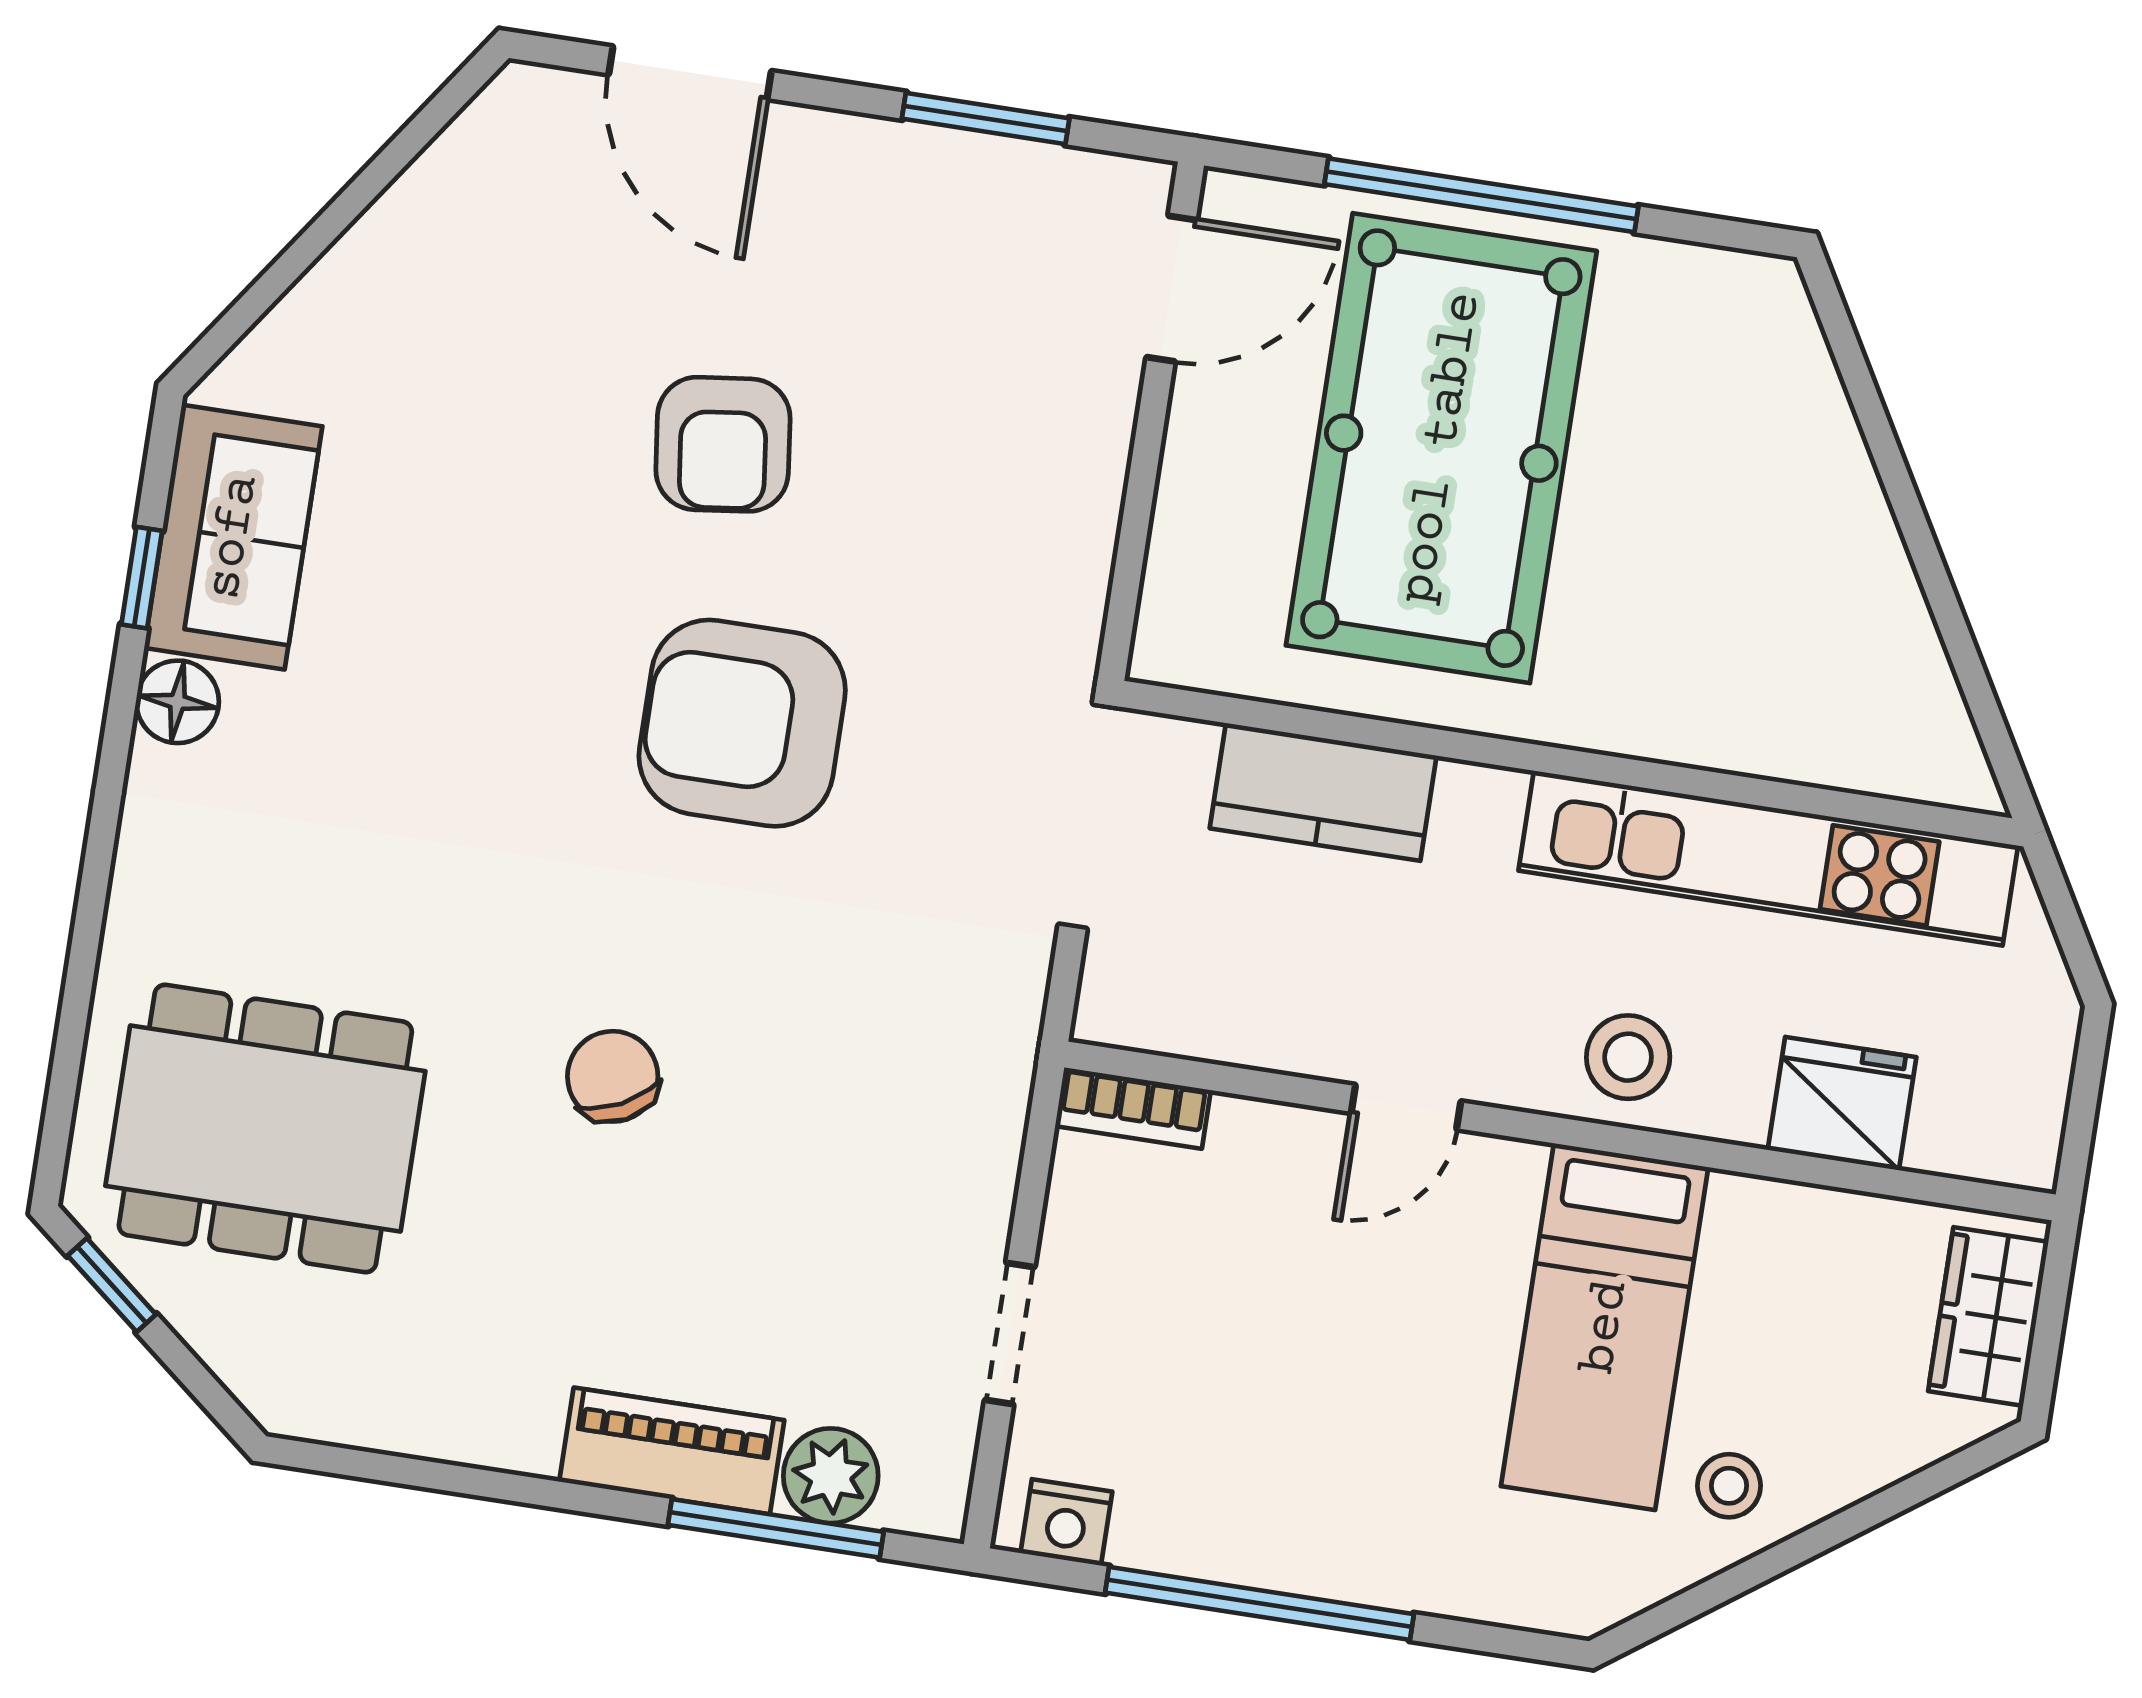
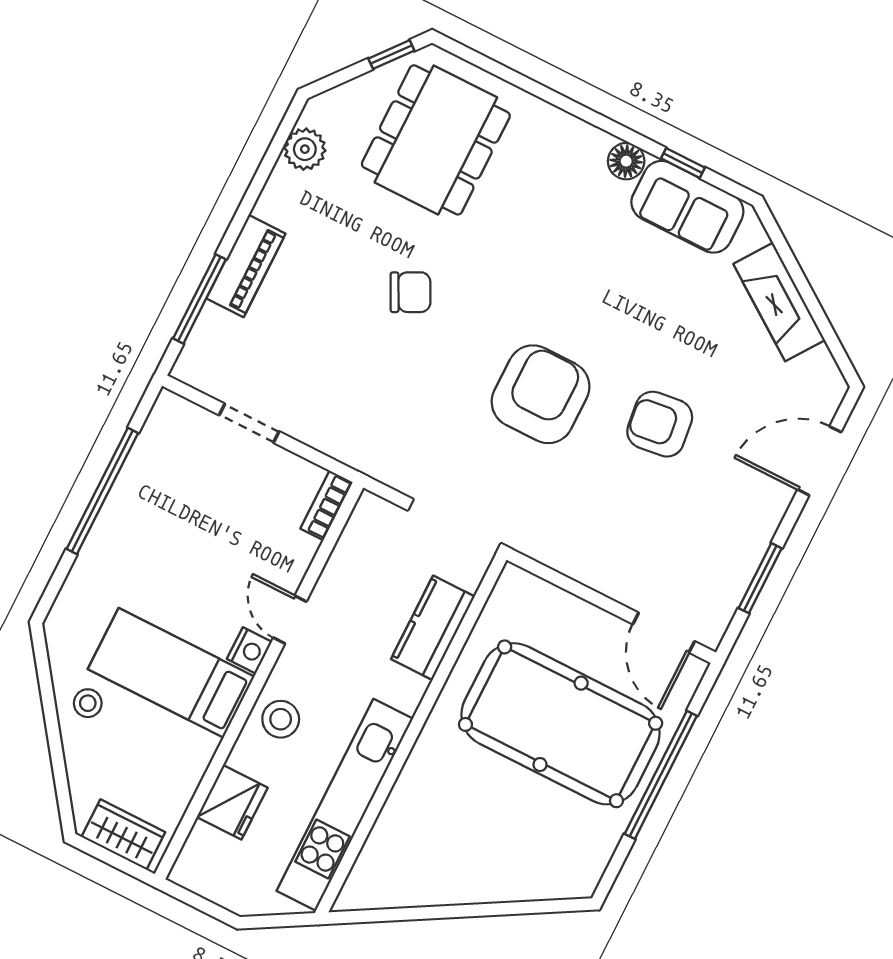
fireplace: (375, 272) -> (779, 302), added
plant: (831, 1476) -> (305, 149), moved
nightstand: (1066, 1522) -> (249, 650), moved, turned 180

